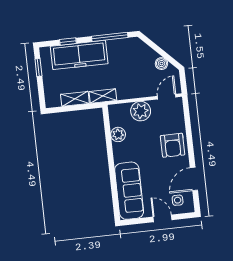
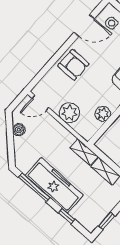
freezer: (79, 55) -> (54, 185), moved
armchair: (173, 145) -> (73, 65), turned 90

